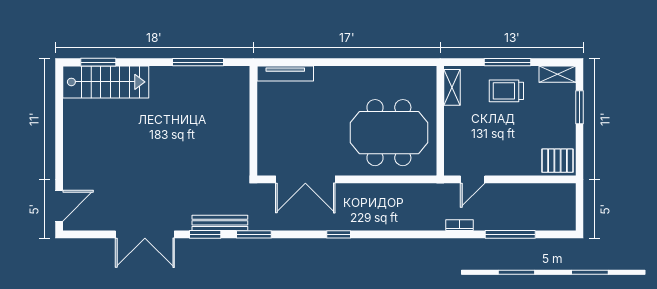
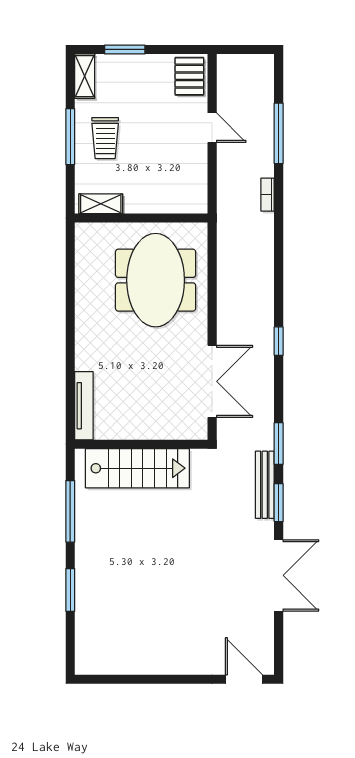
window: (98, 62) -> (70, 590), moved
stairs: (106, 82) -> (137, 468), moved, turned 90
door: (473, 179) -> (212, 128), moved

